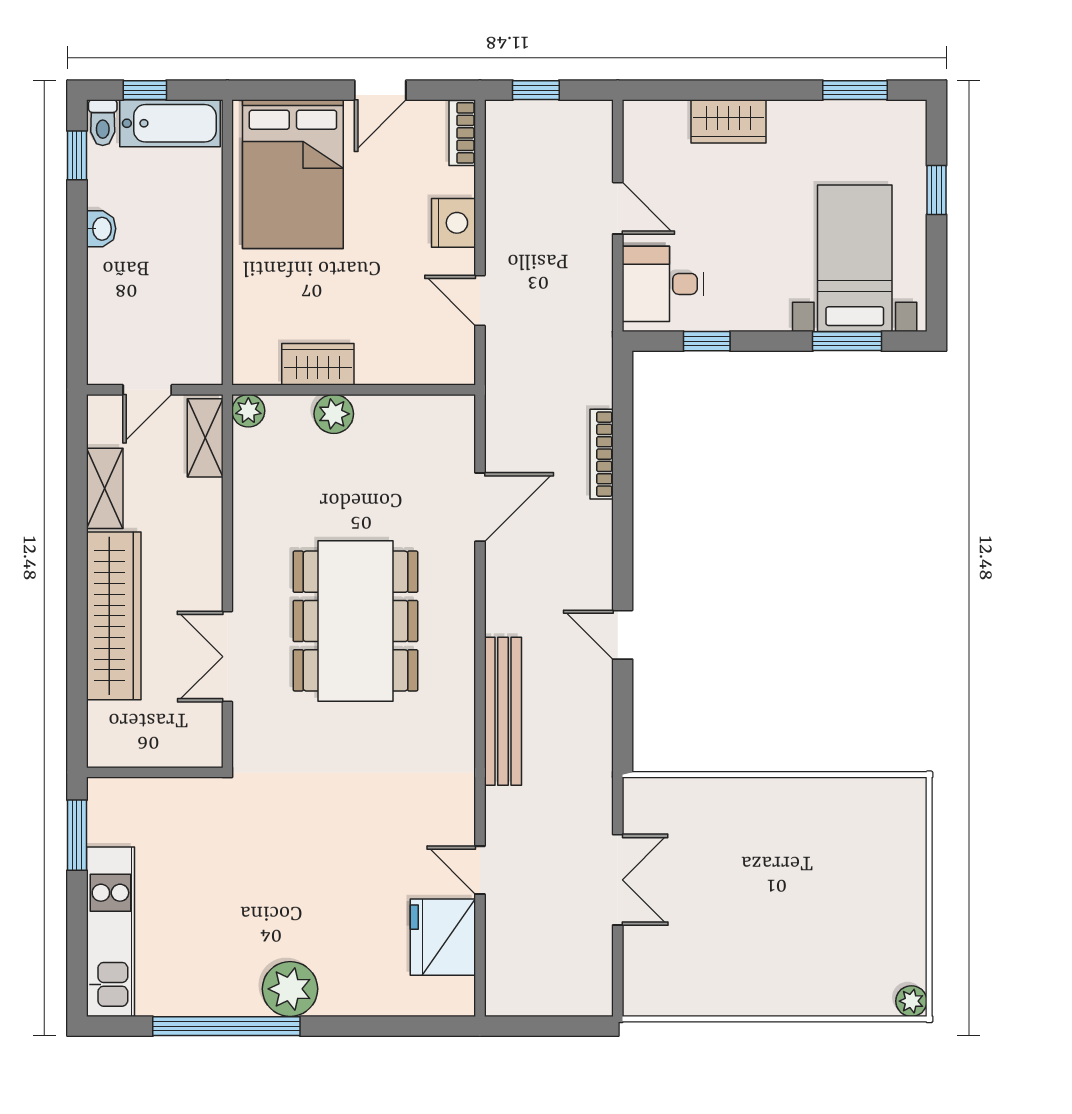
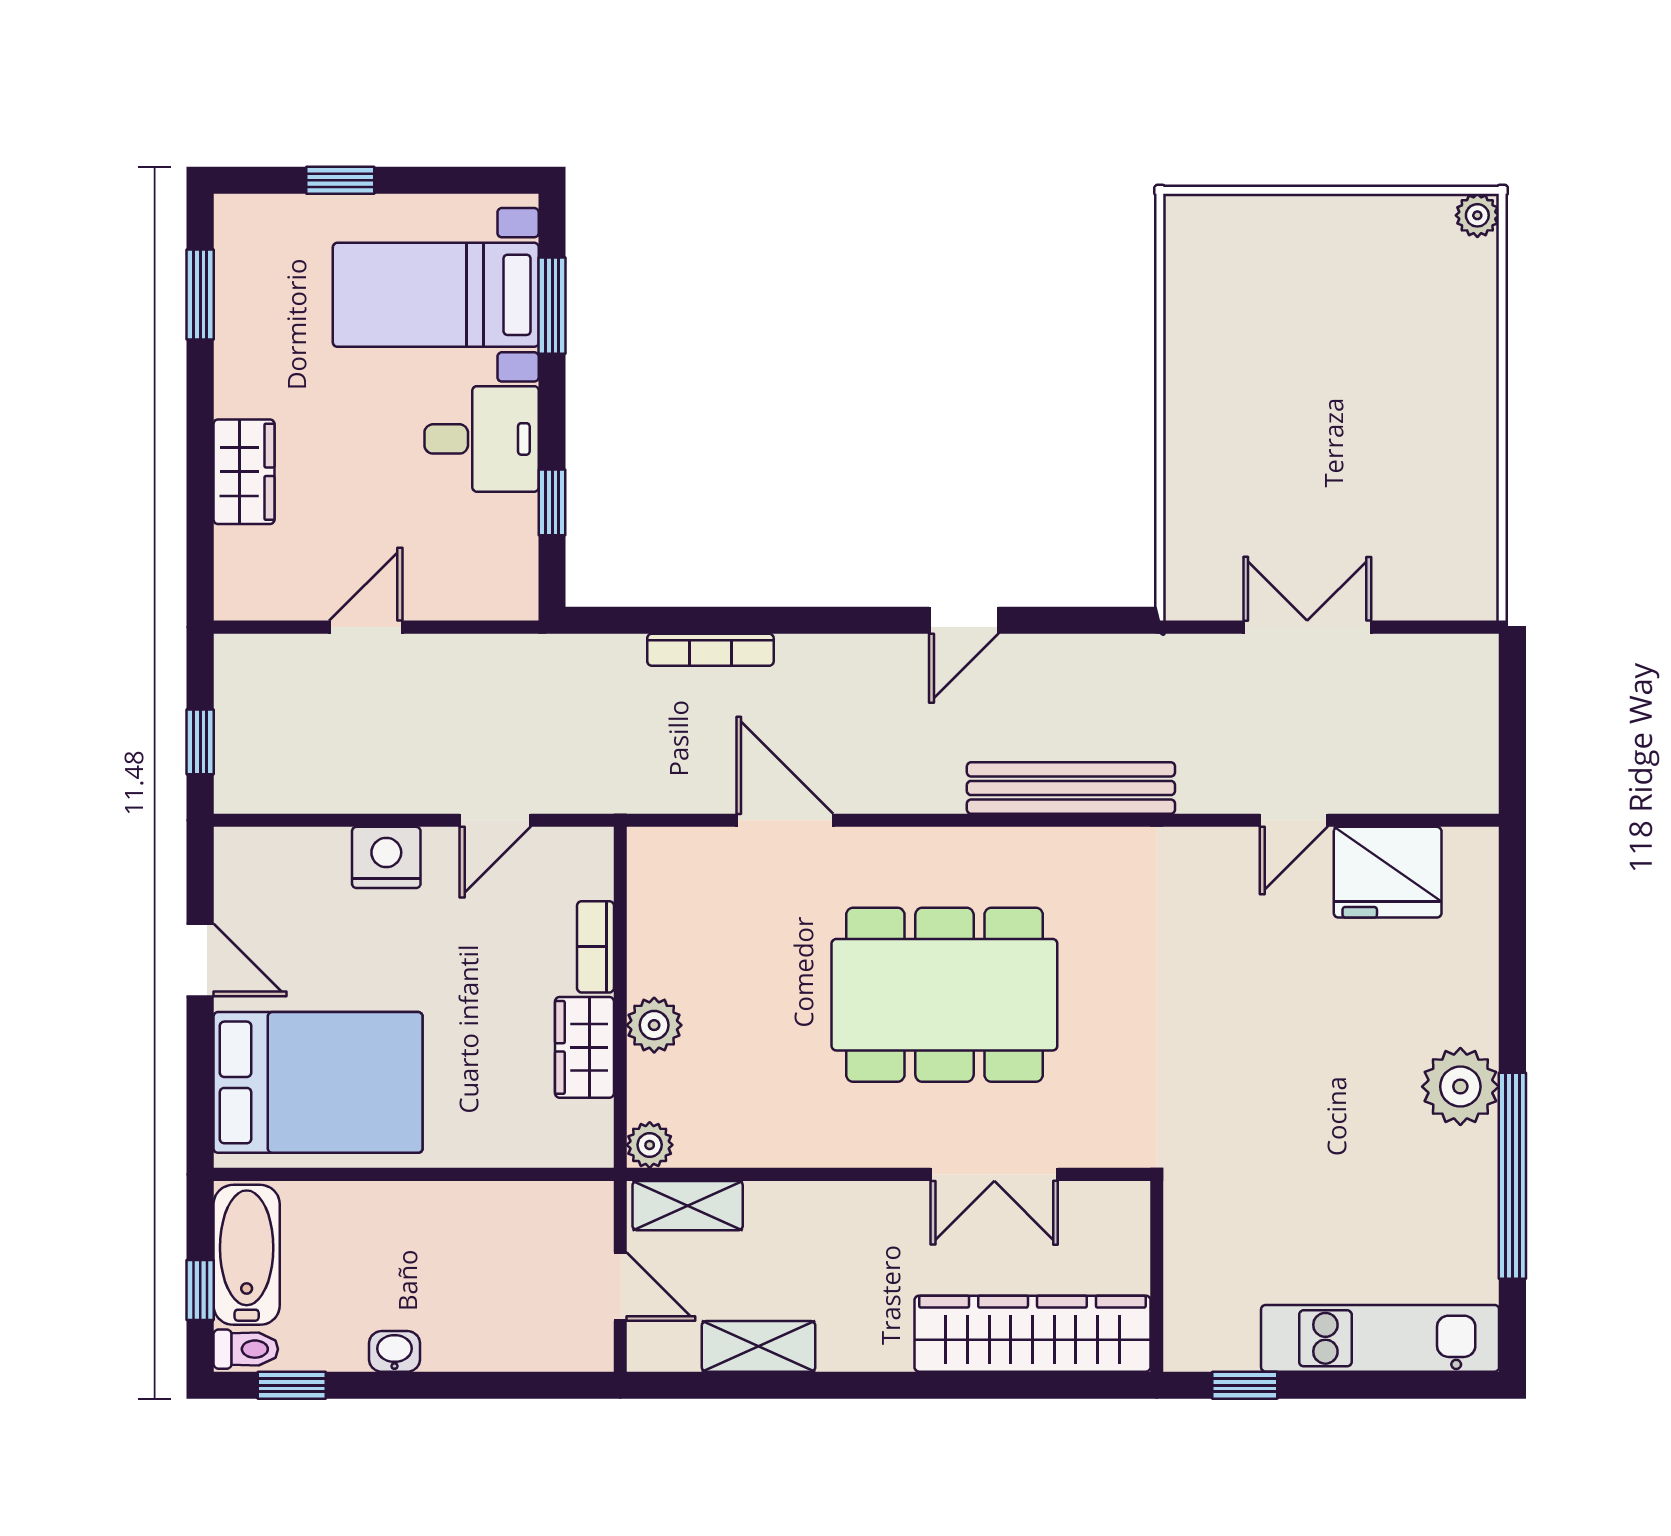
bookcase: (462, 133) -> (595, 947), moved, turned 90
desk: (663, 284) -> (482, 439), moved, turned -90
wardrobe: (114, 616) -> (1032, 1334), moved
window: (77, 835) -> (1245, 1385), width x0.67

